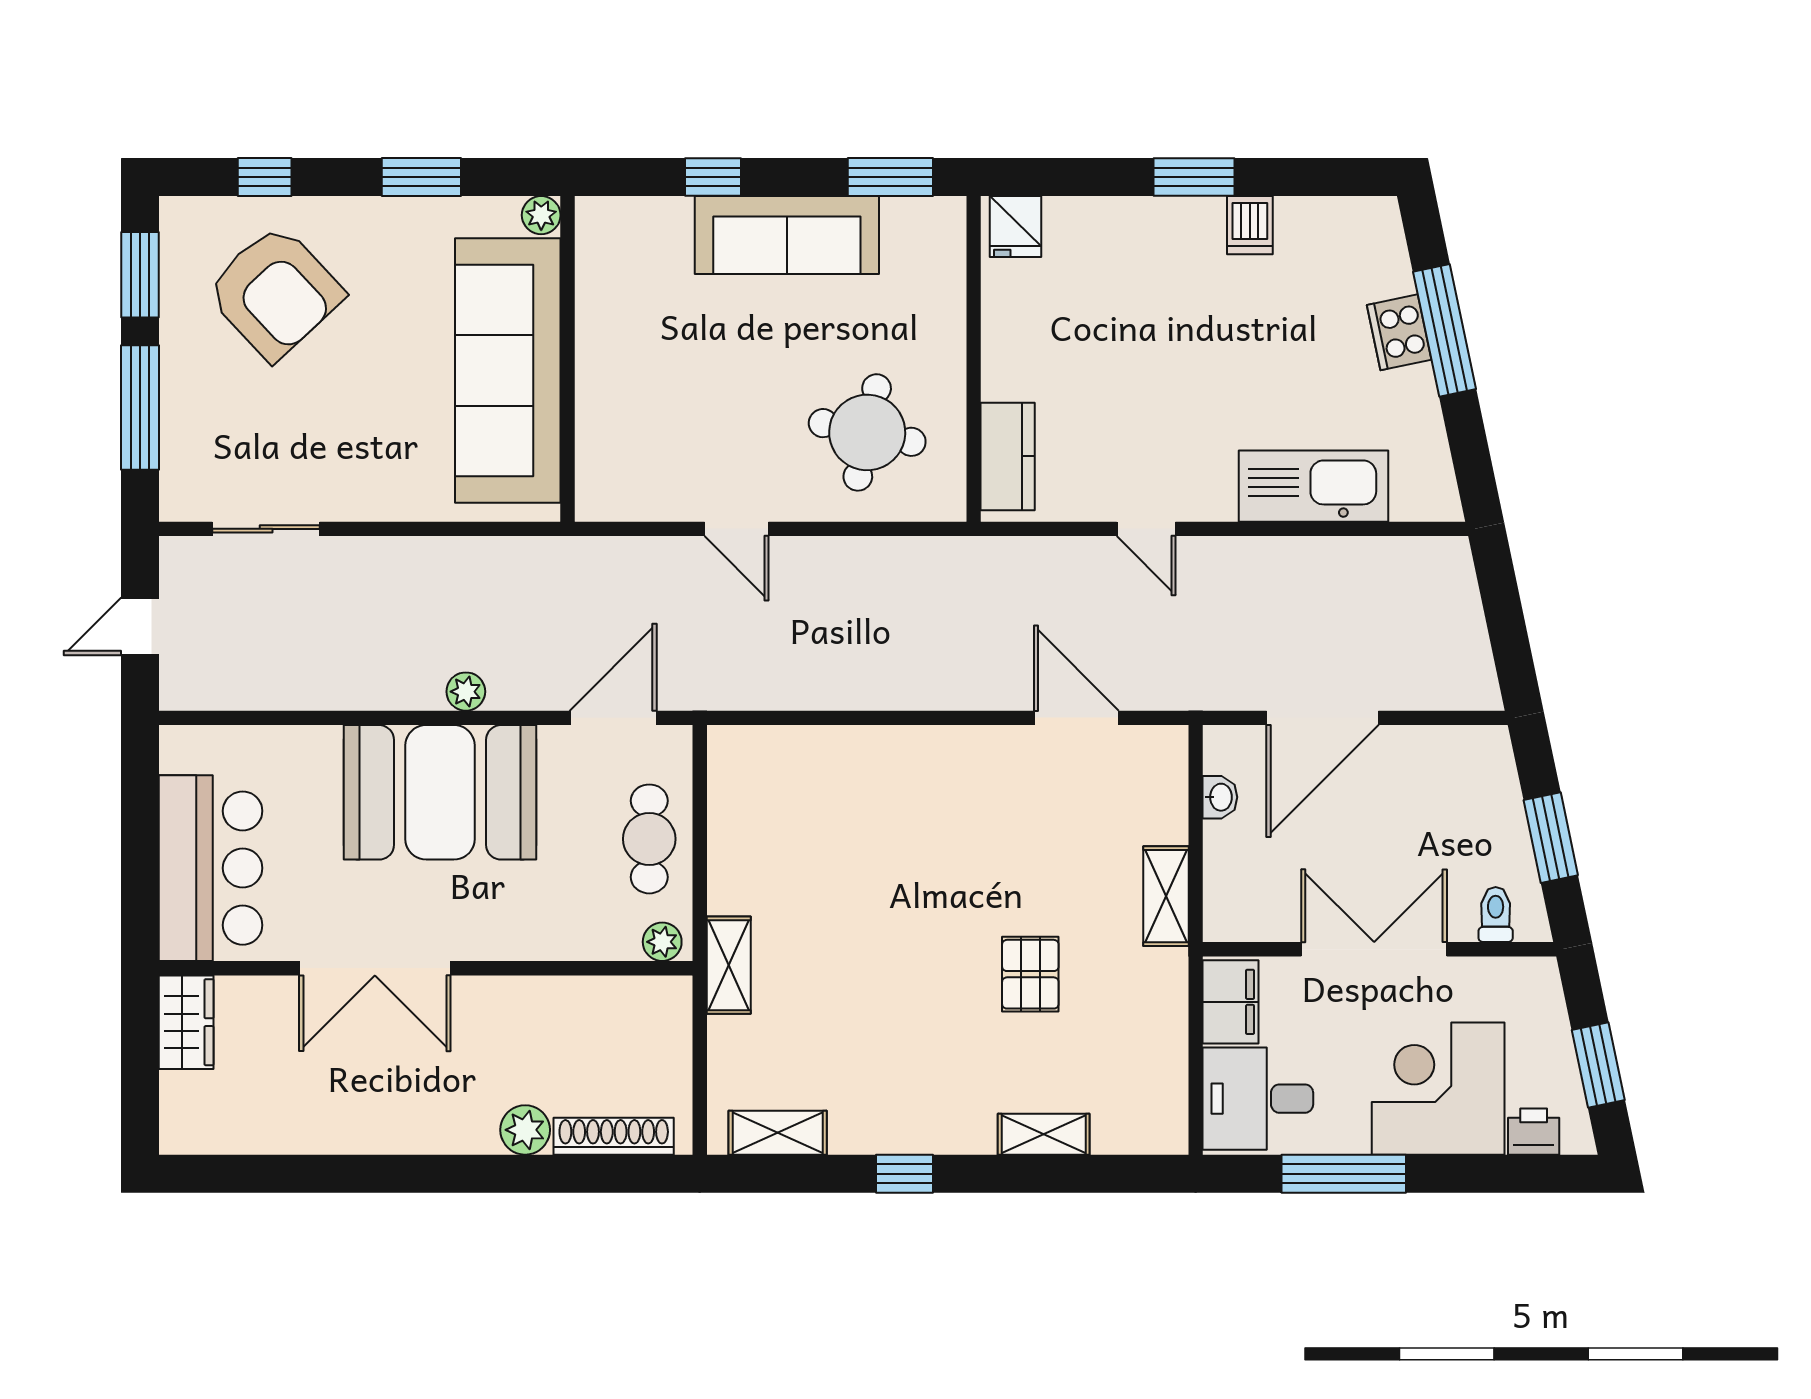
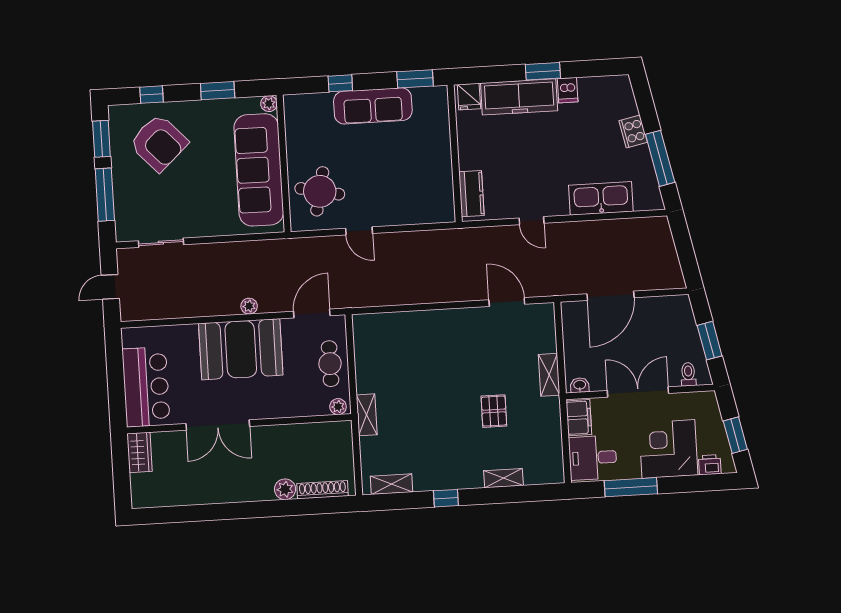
freezer: (1134, 234) -> (519, 97), added
window: (1445, 330) -> (660, 158), moved
round table: (867, 432) -> (320, 191), moved
washbasin: (1220, 797) -> (580, 385), moved, turned -90

